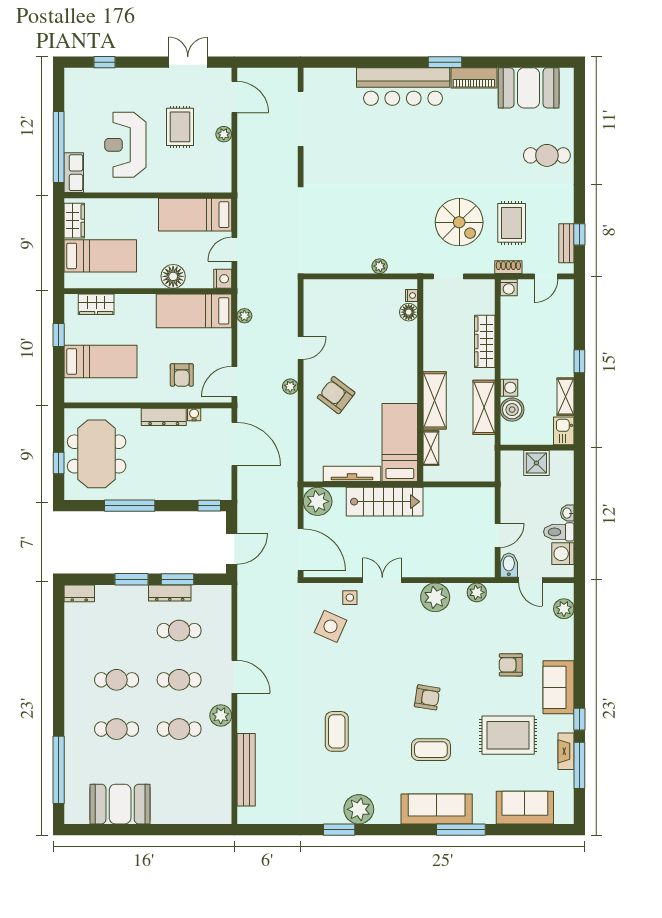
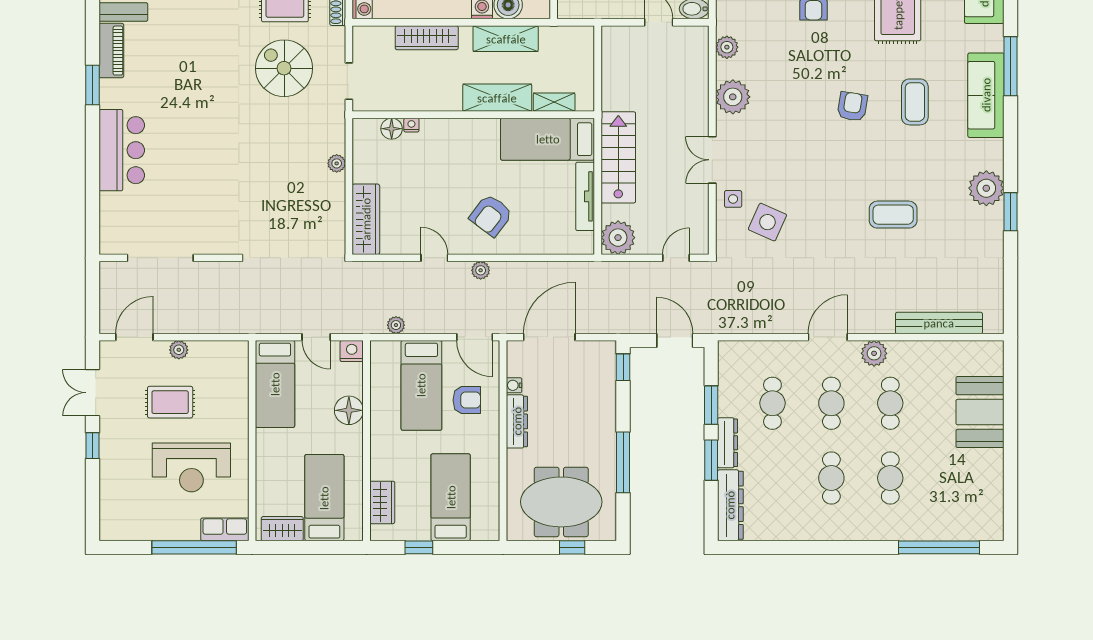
window: (105, 62) -> (92, 446), moved
bar counter: (403, 86) -> (122, 150), width x0.73
spiral stairs: (459, 222) -> (284, 68), turned -90
wardrobe: (333, 291) -> (366, 219), added
nightstand: (412, 296) -> (411, 125), moved
bed: (194, 311) -> (421, 385), moved
door: (301, 550) -> (676, 258), width x0.53
dresser: (79, 593) -> (730, 505), width x1.96, depth x1.24
dresser: (170, 593) -> (728, 443), moved
booth: (120, 804) -> (980, 412), moved

